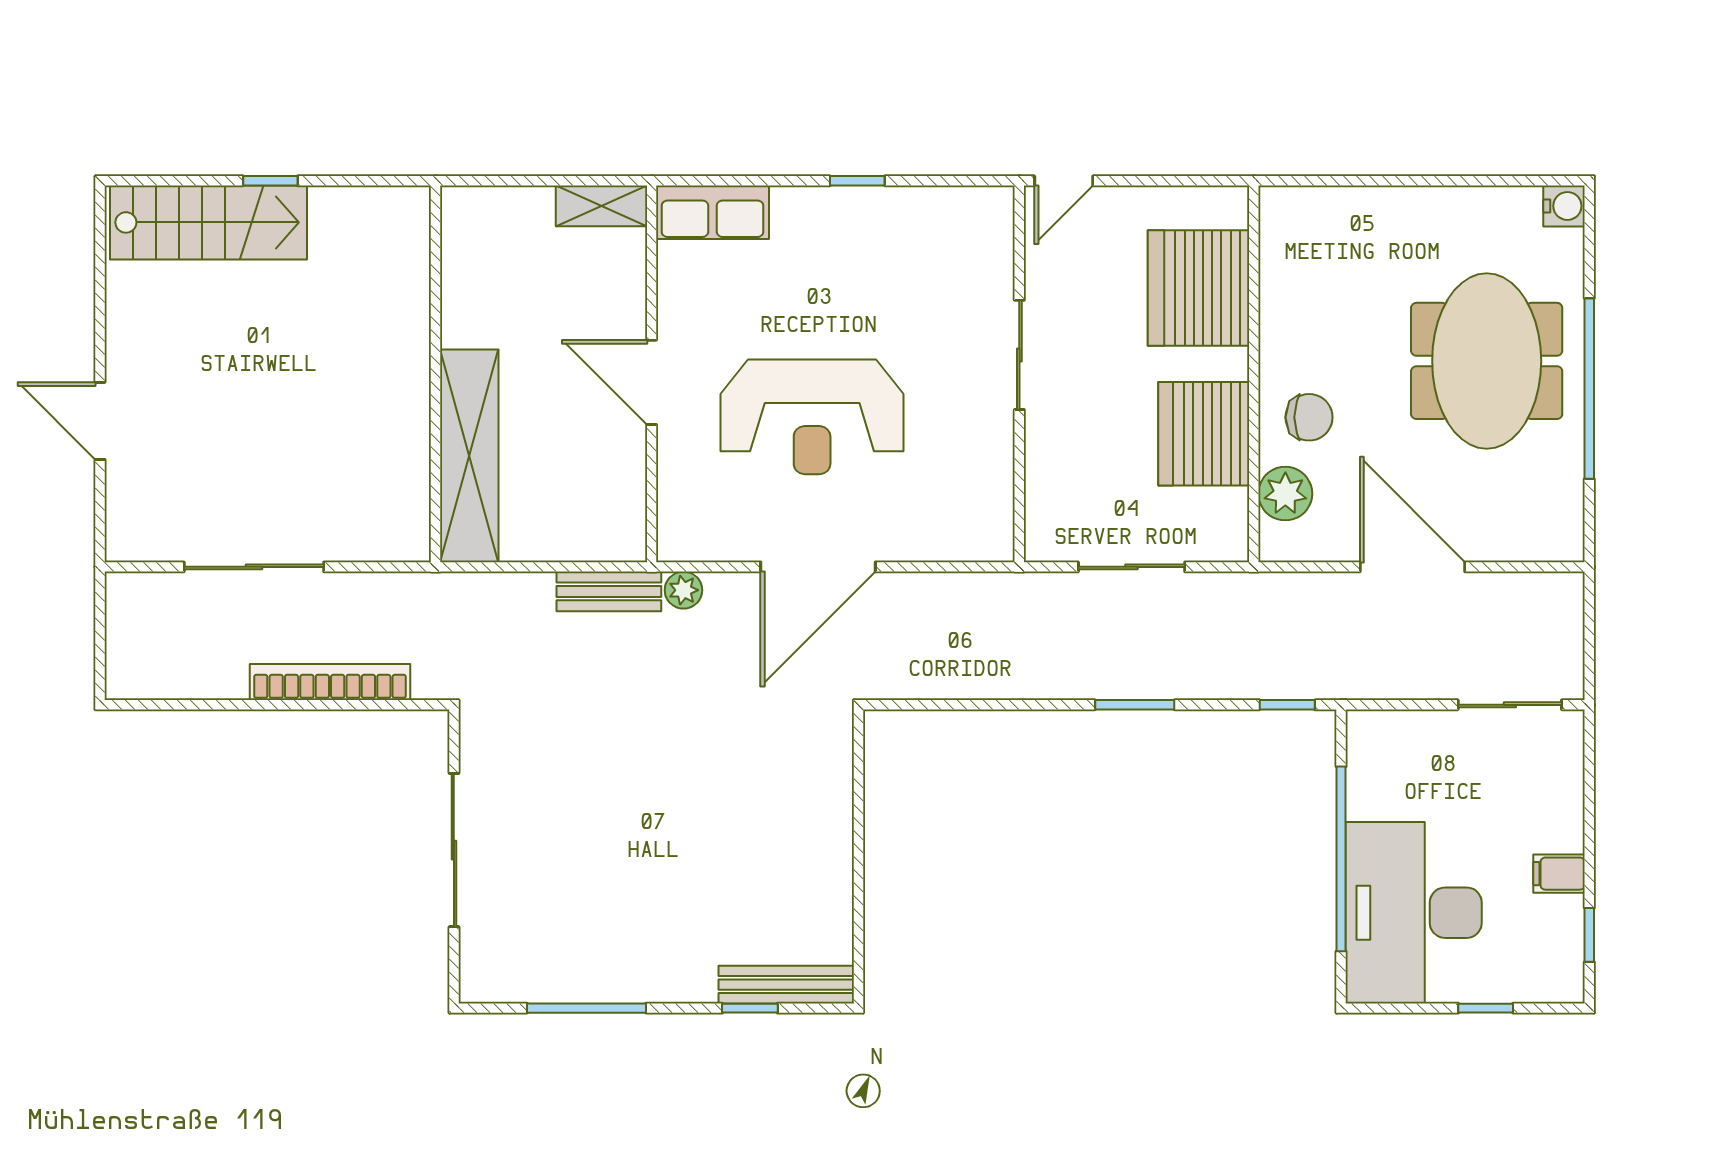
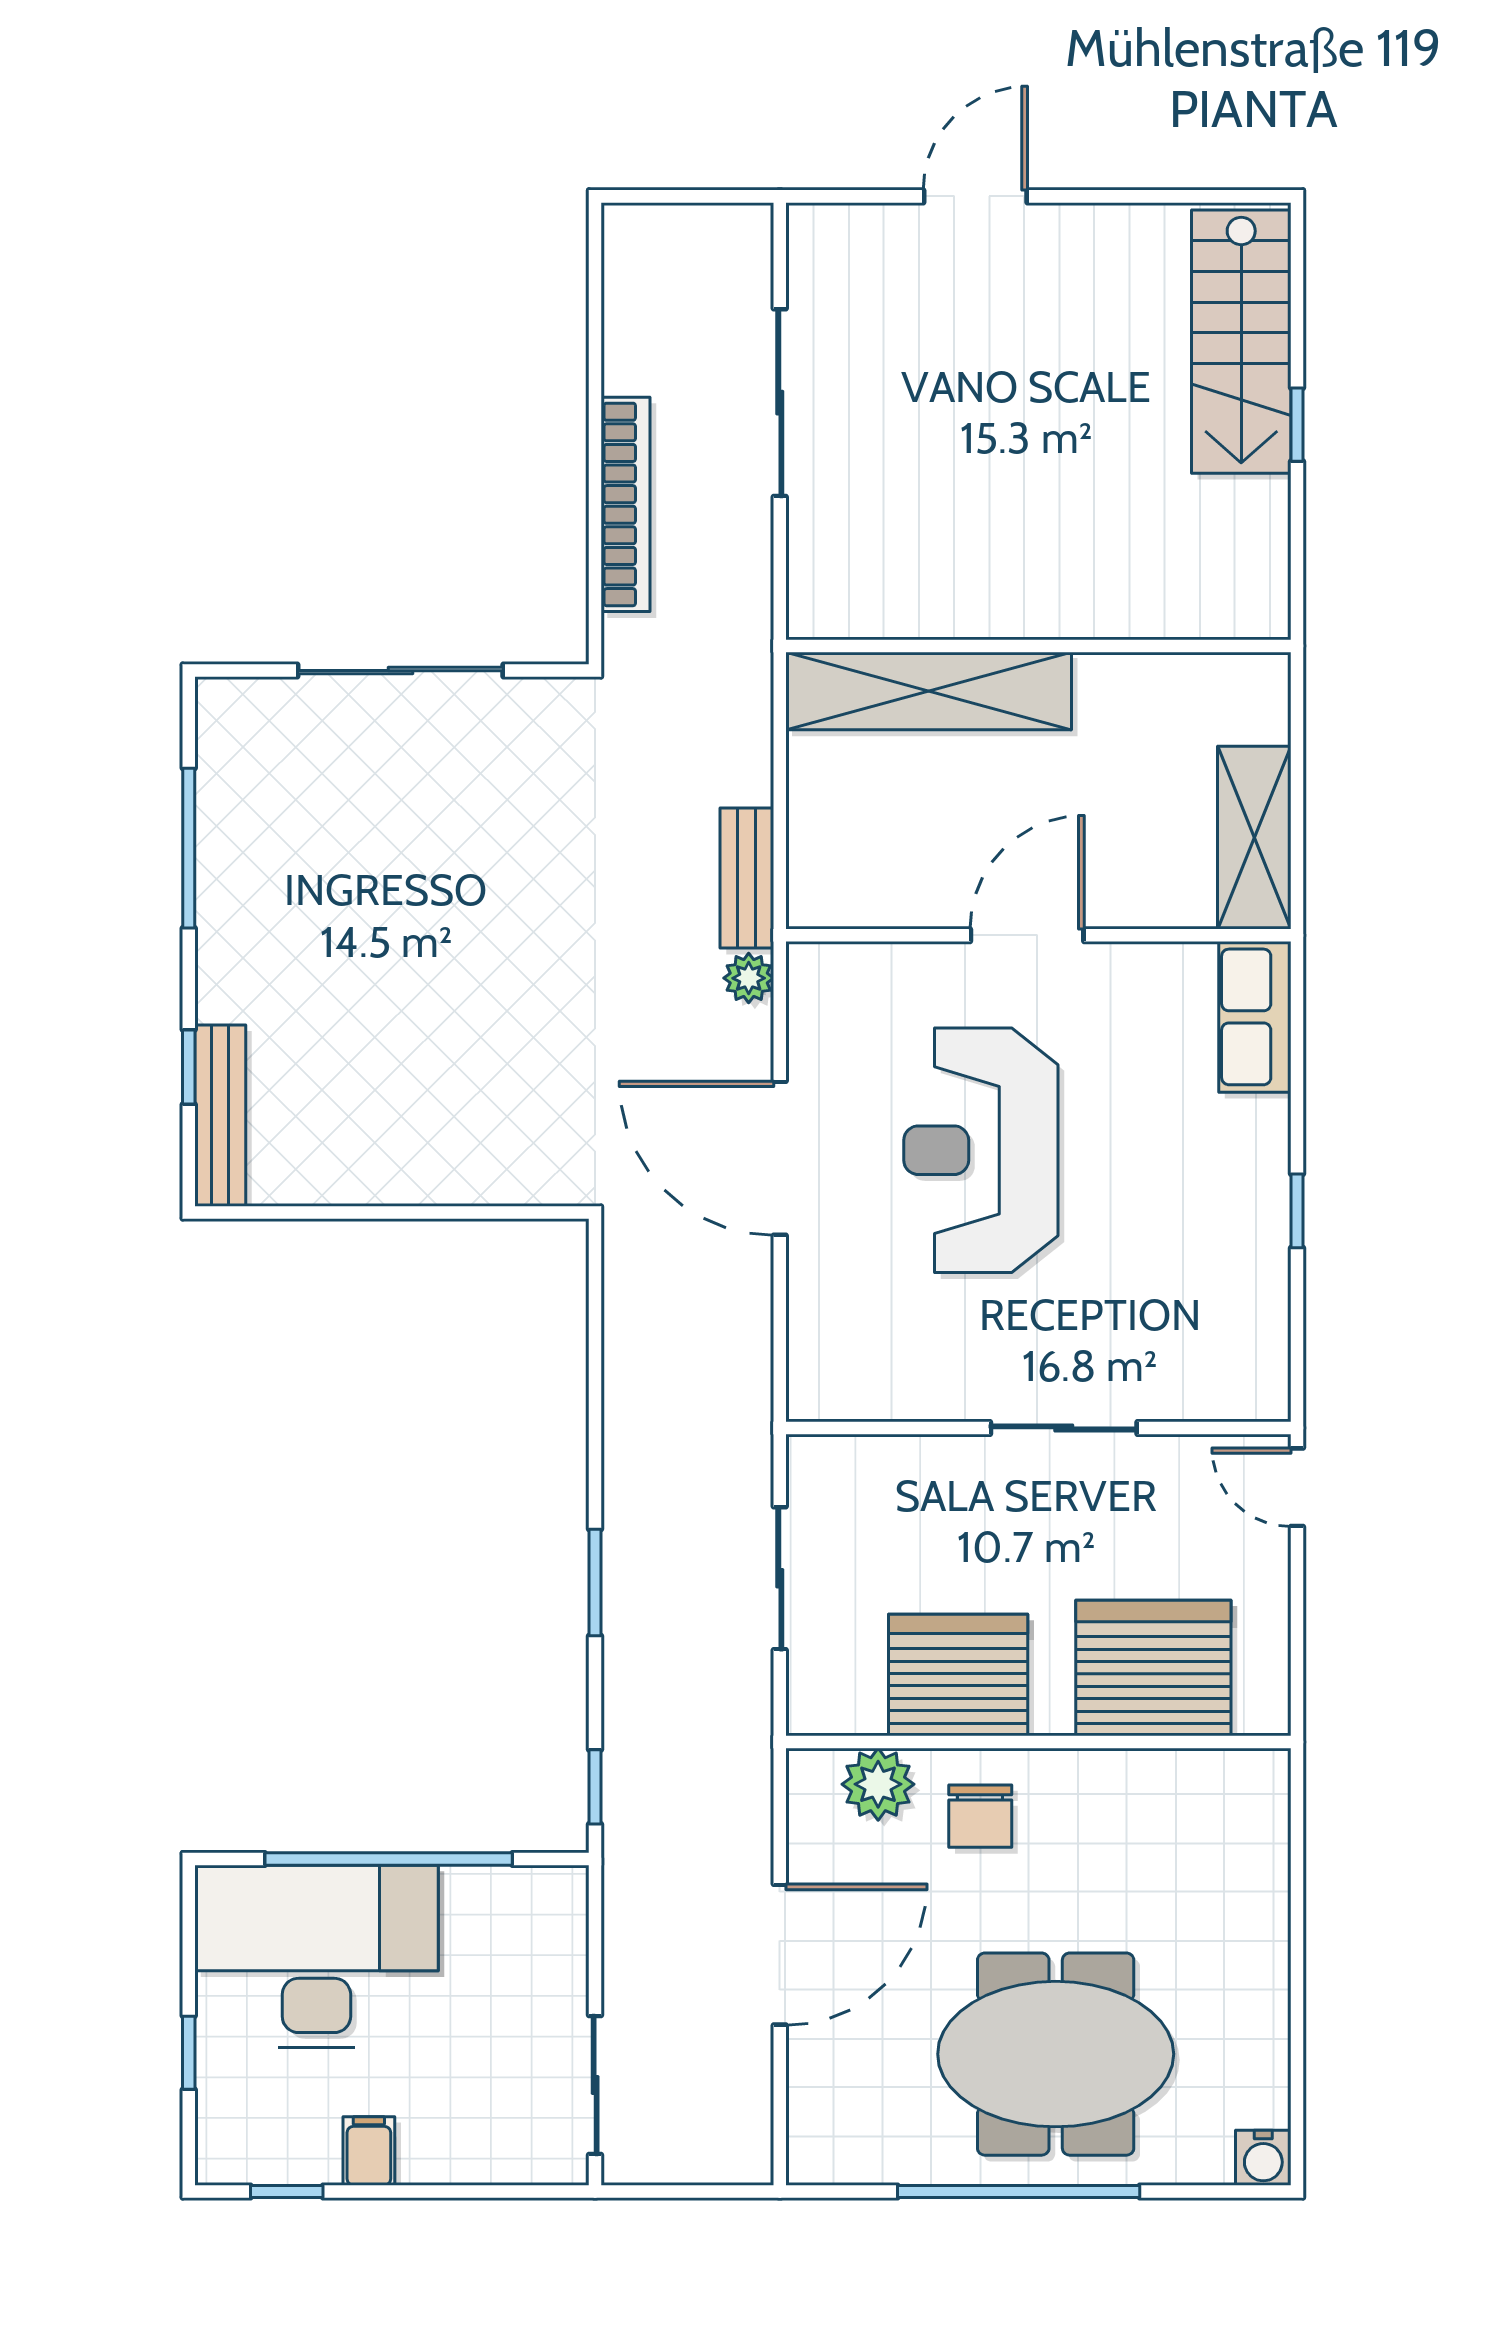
shelving: (601, 206) -> (1254, 838), width x1.50, depth x1.33

